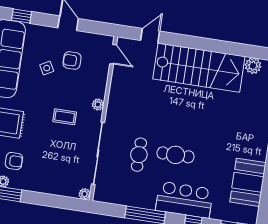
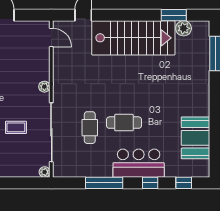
window: (245, 50) -> (174, 15), added
armchair: (72, 60) -> (14, 49), removed
coffee table: (65, 117) -> (16, 127), moved

